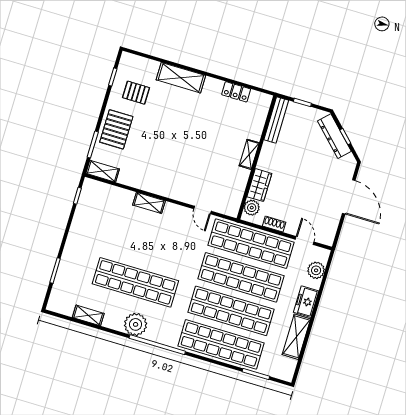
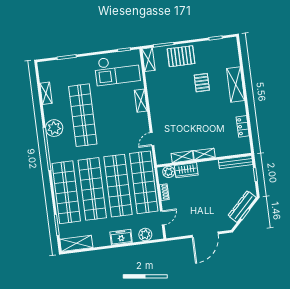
pallet: (136, 93) -> (202, 83), moved
shelving: (241, 183) -> (182, 157), added
checkout: (98, 215) -> (117, 70), added
shelving: (296, 337) -> (76, 243), moved

